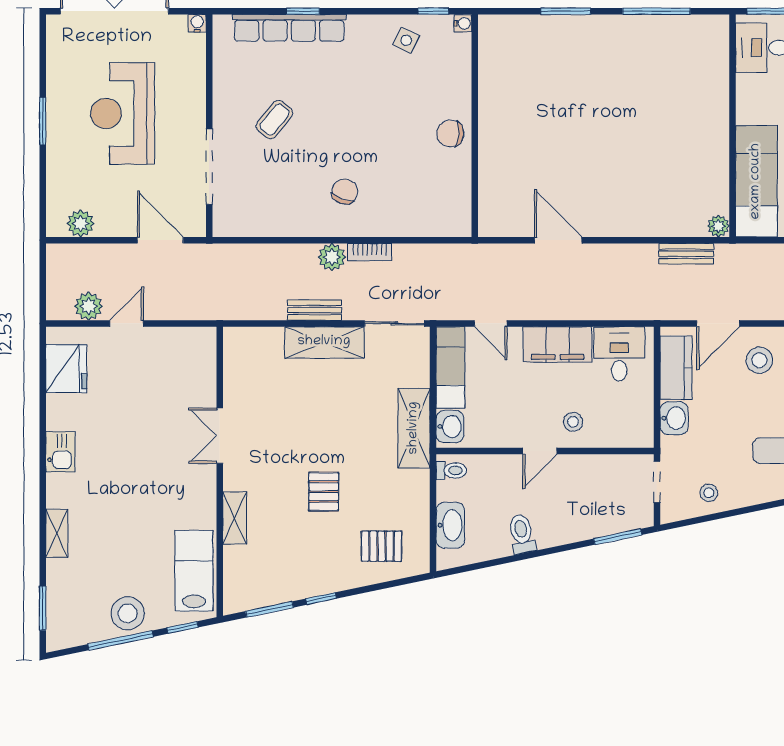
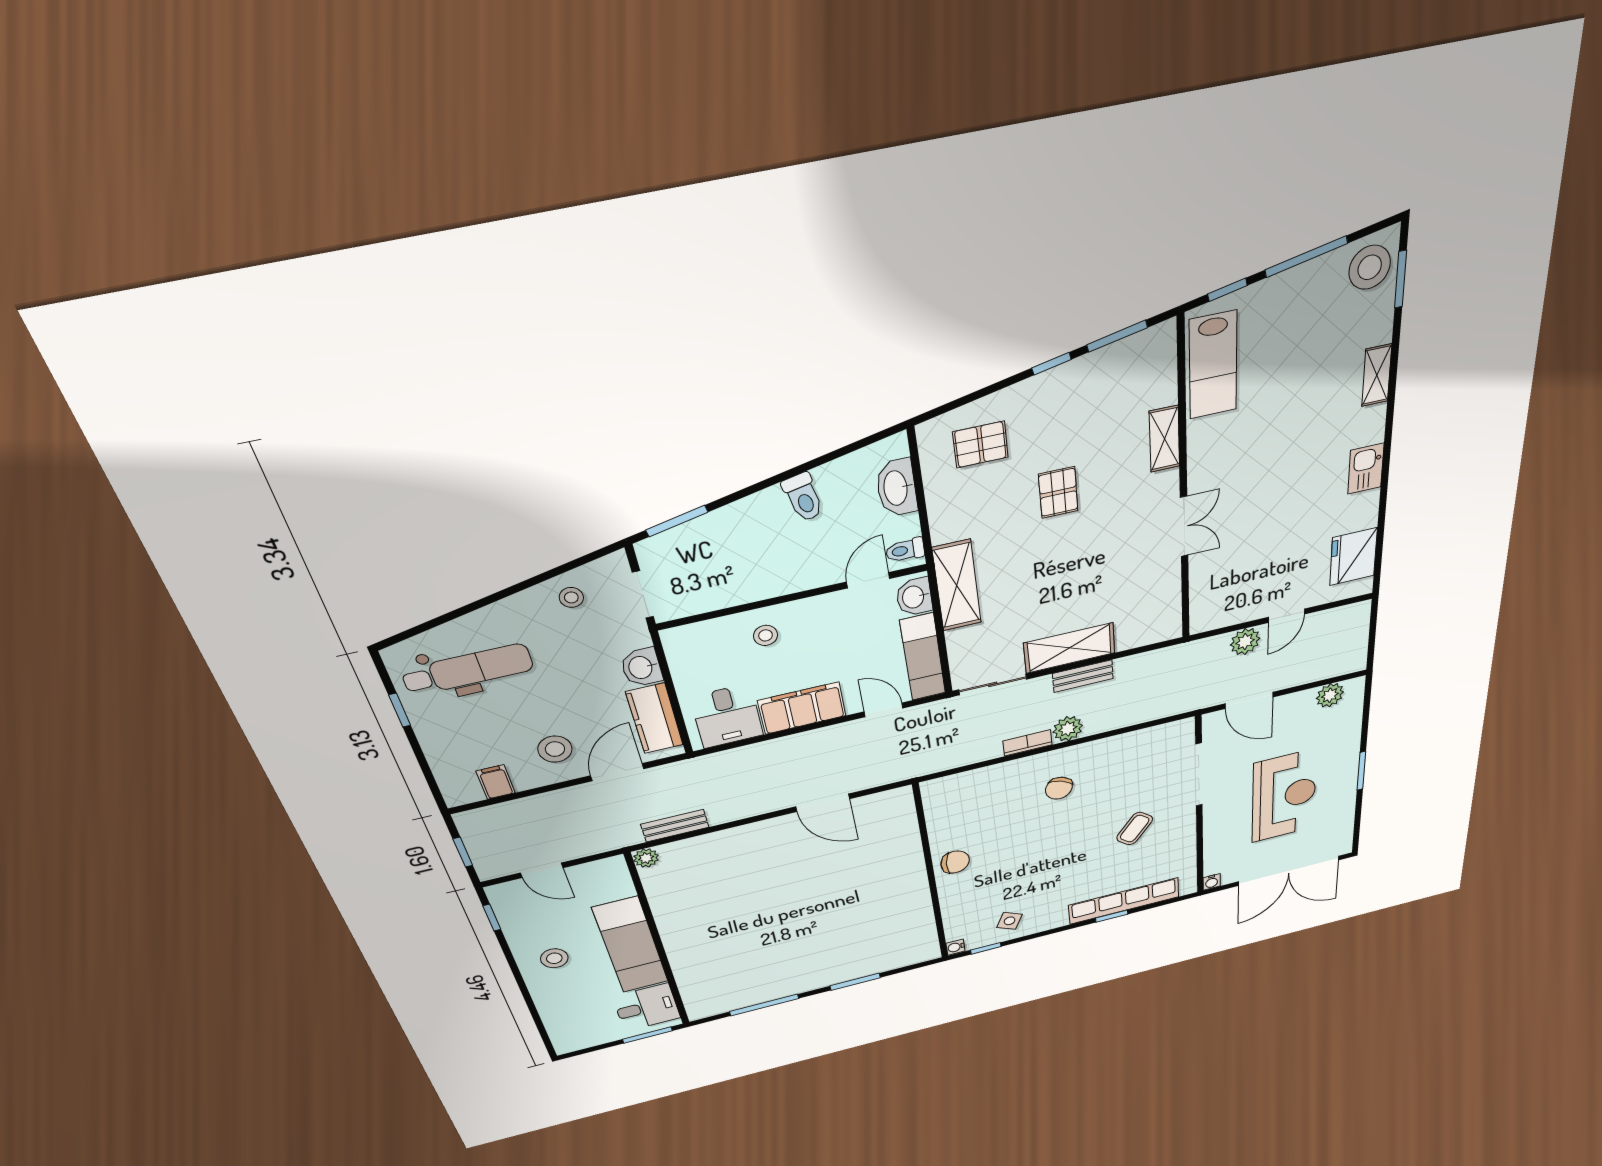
exam couch: (756, 181) -> (631, 945), moved
plant: (89, 306) -> (1245, 642), moved
door: (540, 451) -> (868, 580), moved
stool: (128, 613) -> (1370, 267), moved

